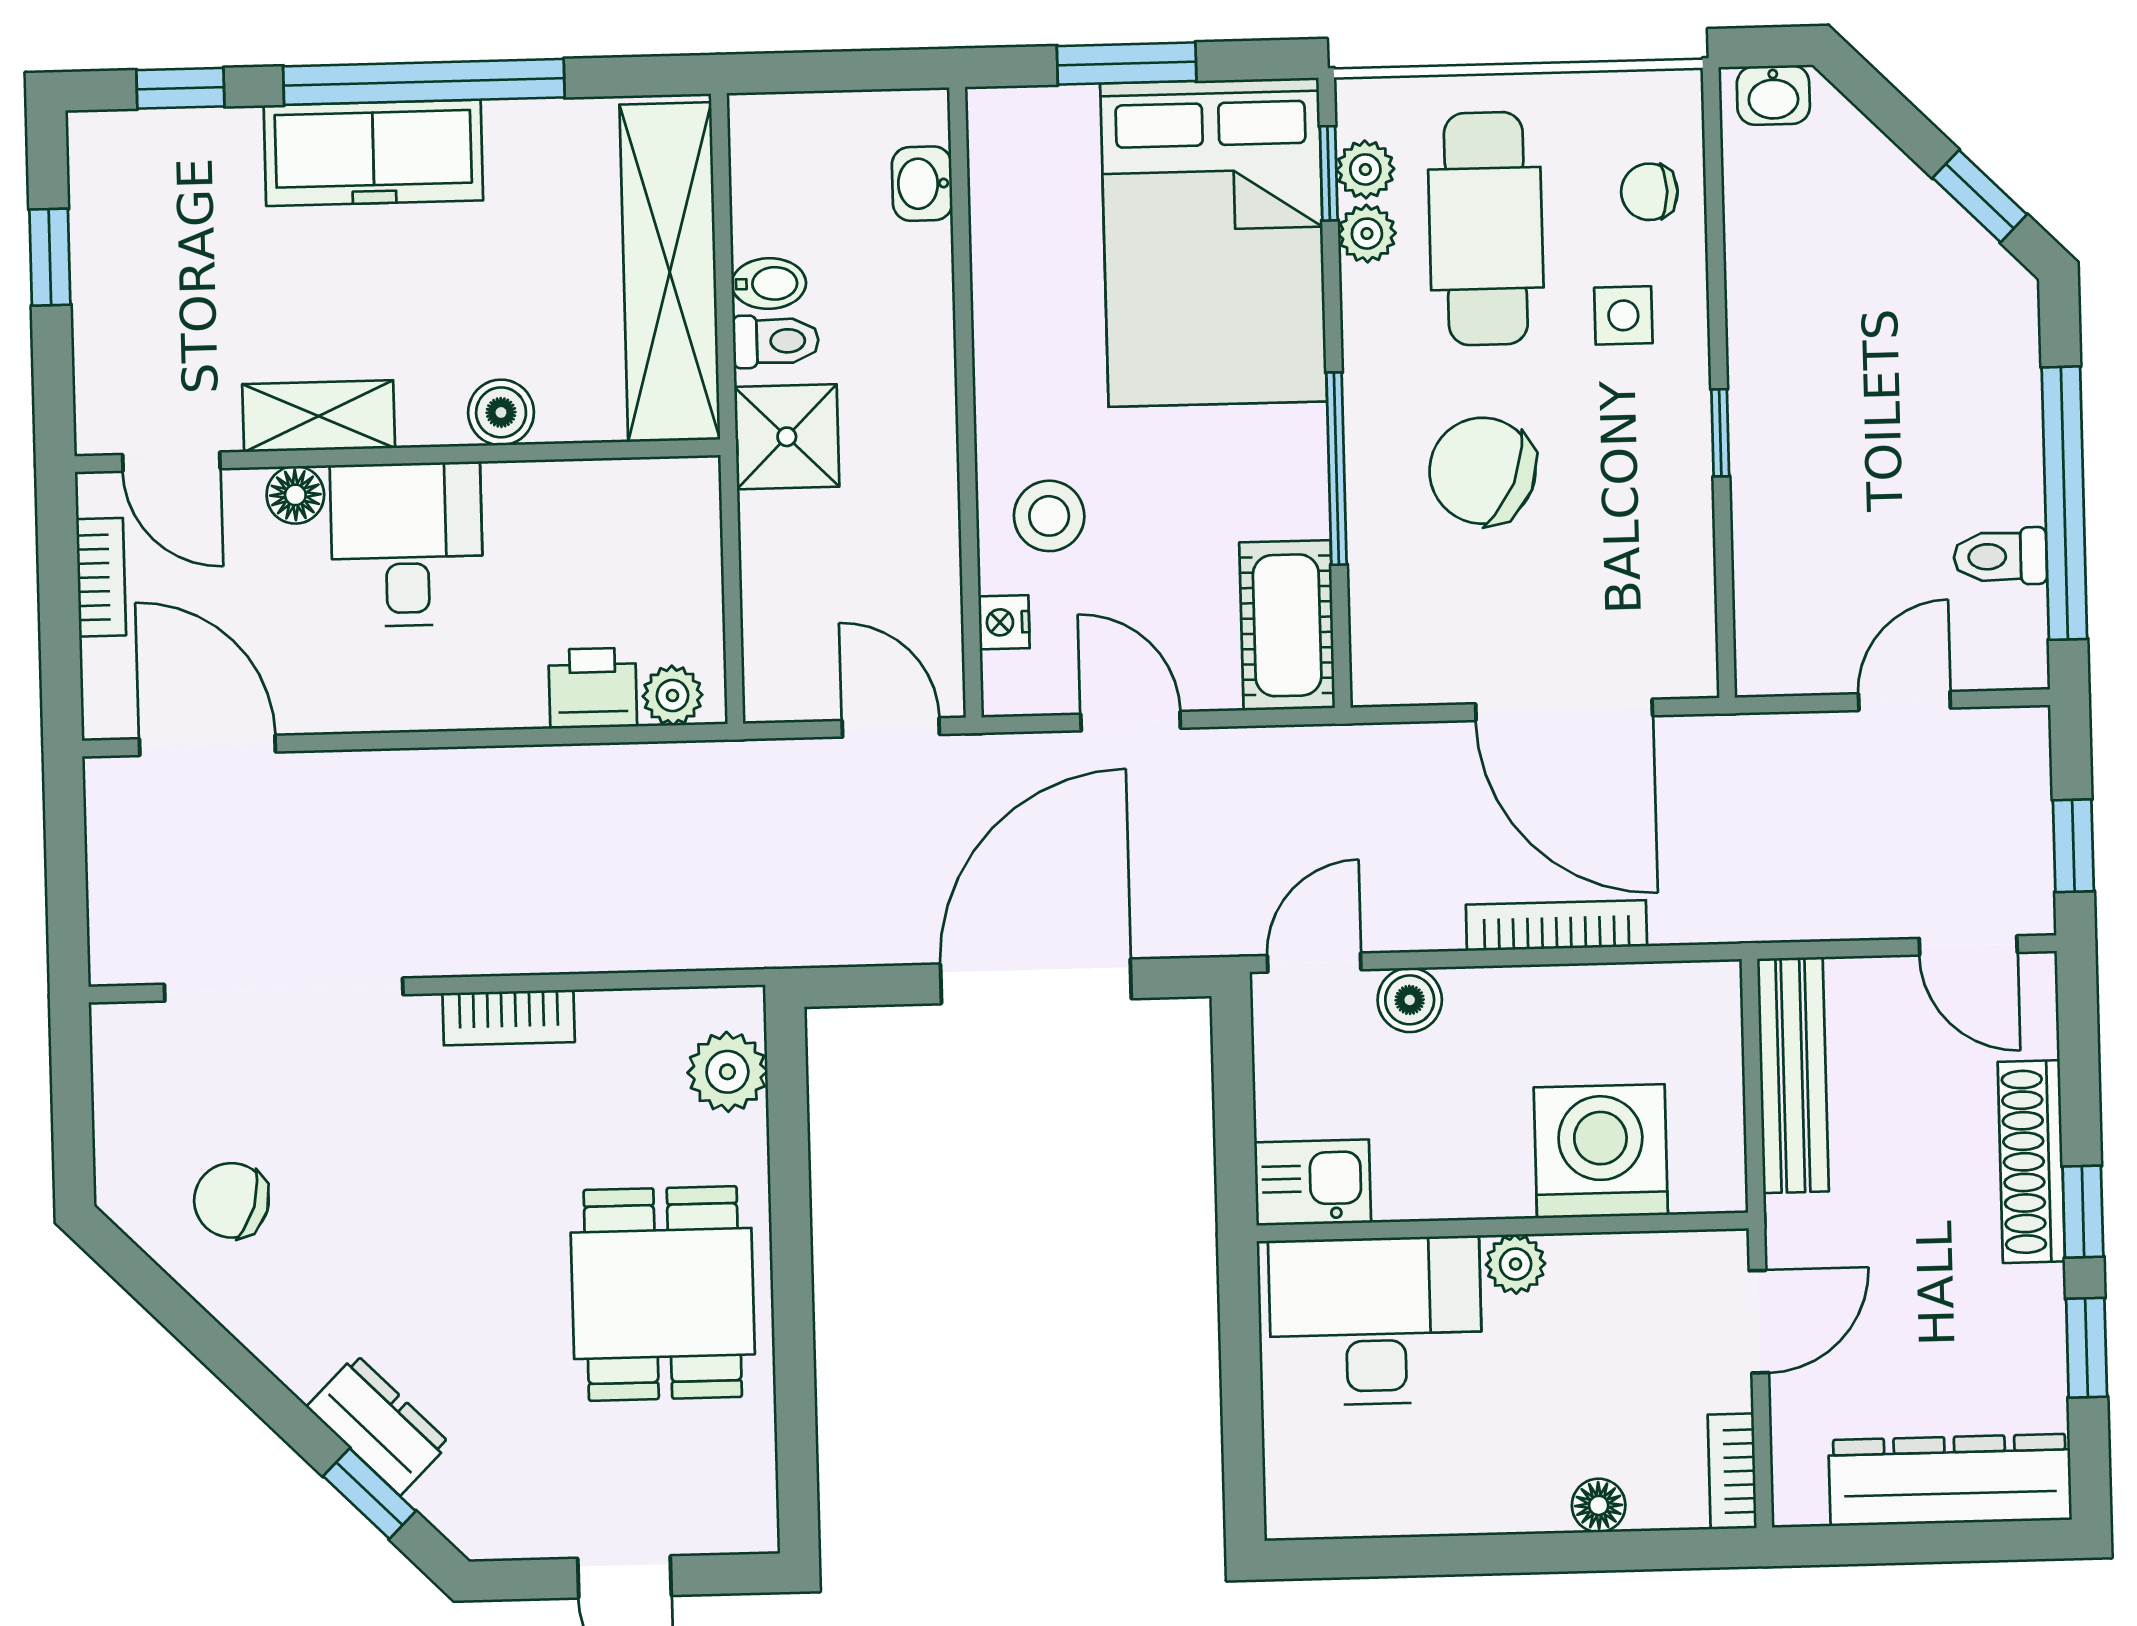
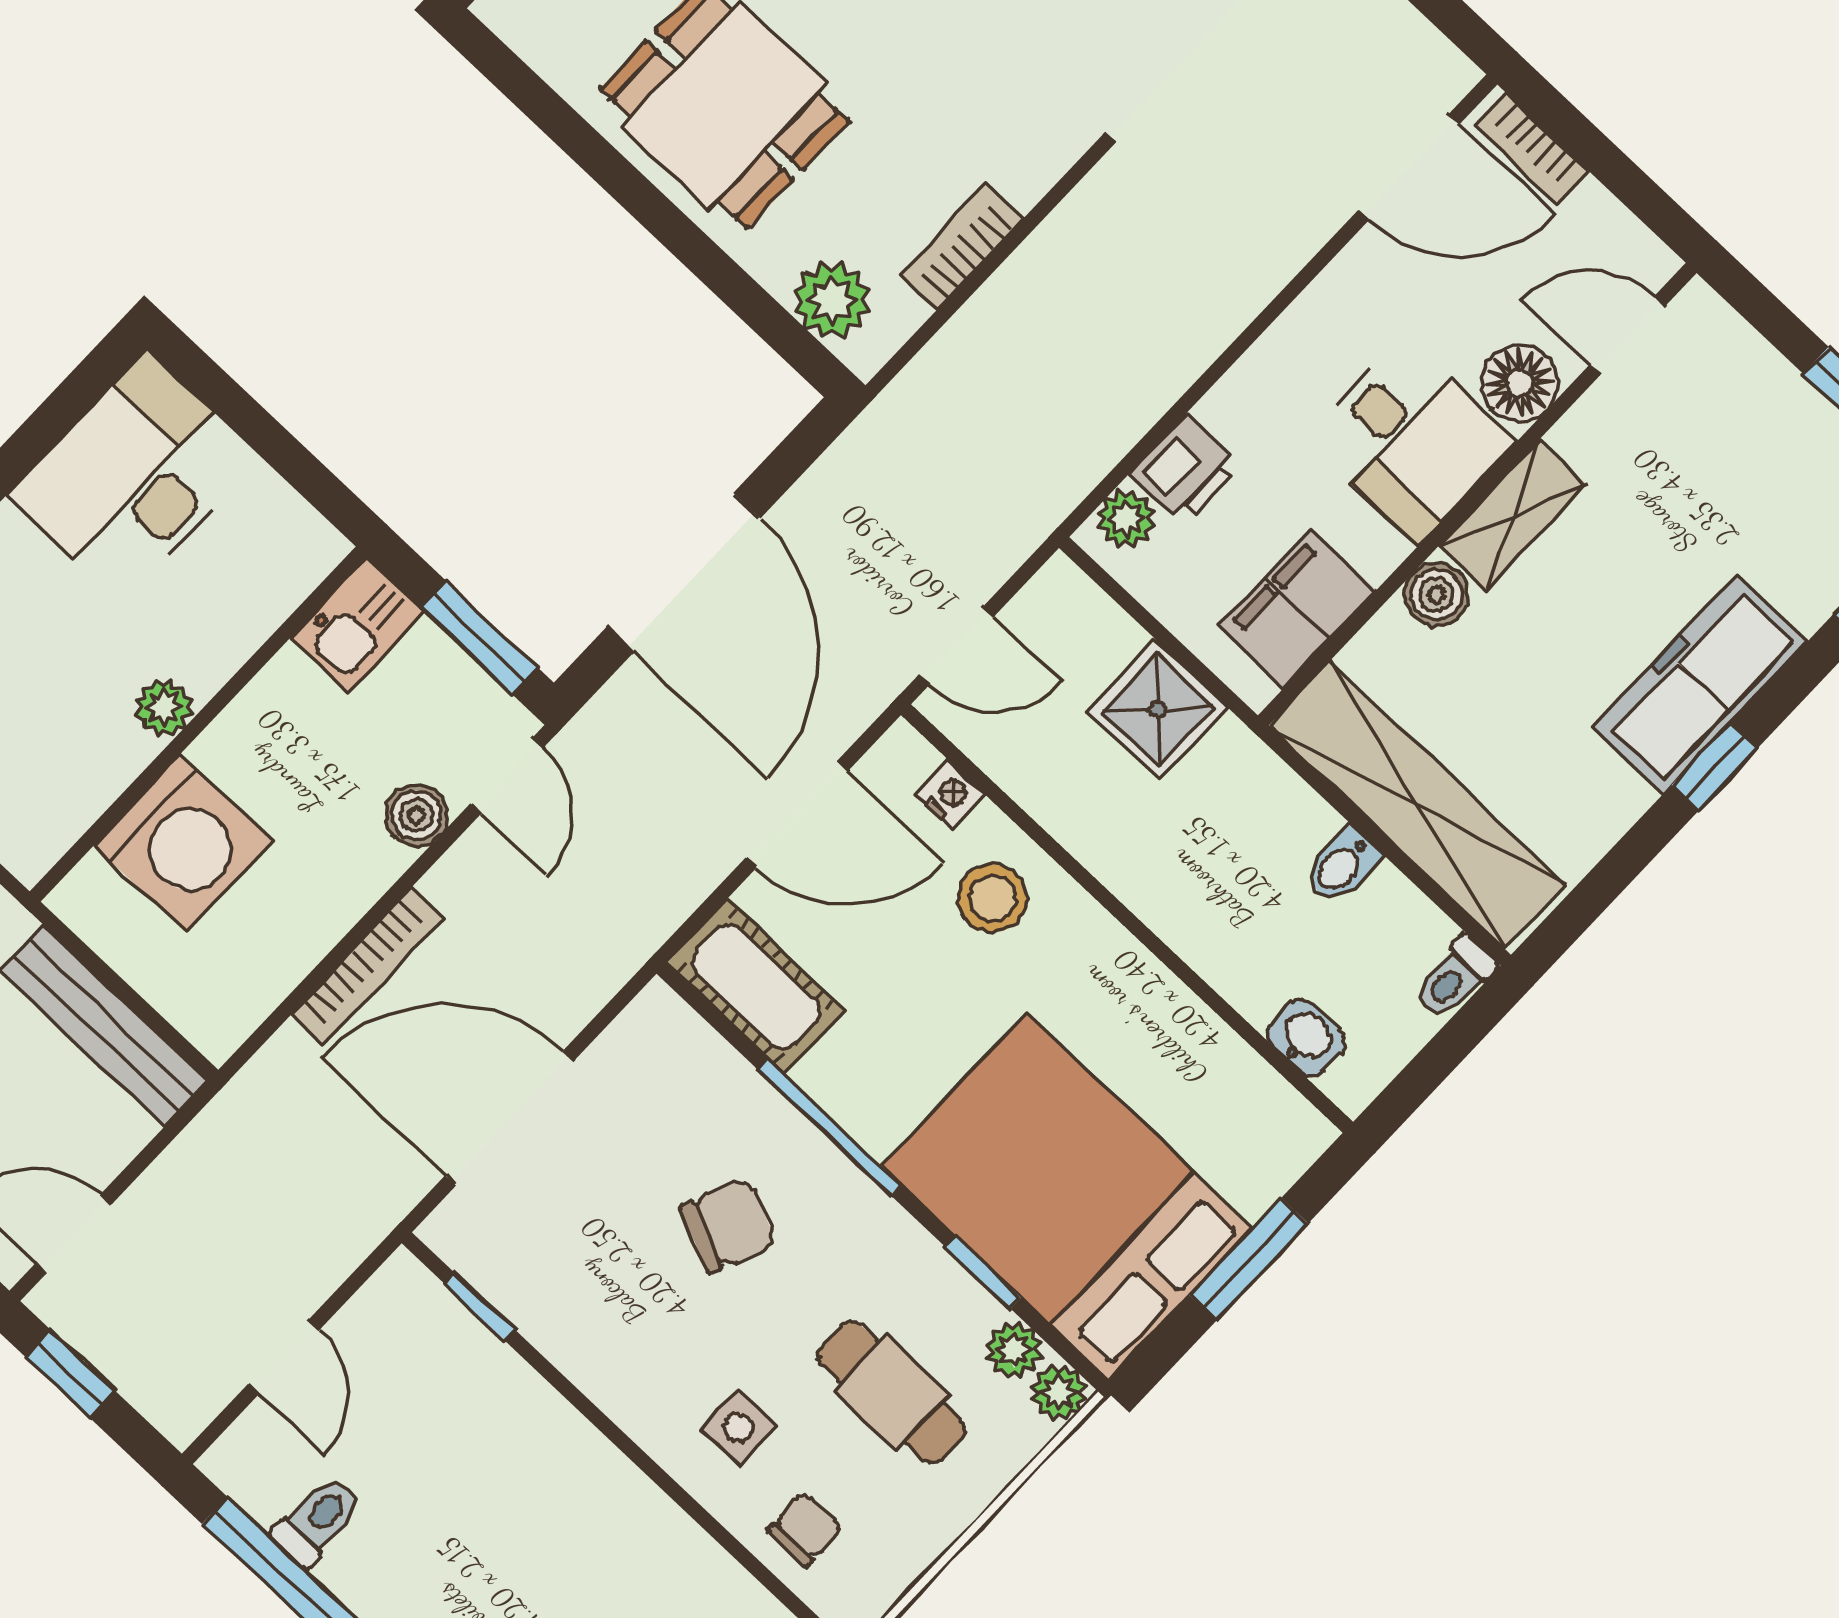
window: (424, 82) -> (1715, 767), width x0.32
window: (1329, 173) -> (983, 1272), moved
cafe table: (1486, 229) -> (891, 1392), width x0.73, depth x0.74
plant: (1367, 234) -> (1059, 1393), moved
toilet: (776, 341) -> (1454, 978), moved
shelving: (319, 416) -> (1513, 515), moved
window: (1720, 433) -> (479, 1307), moved
shower: (787, 437) -> (1158, 709), moved
chair: (1483, 471) -> (728, 1225), width x0.73, depth x0.73
floor lamp: (295, 495) -> (1520, 383), width x1.37, depth x1.37
filing cabinet: (613, 504) -> (1297, 608), added
bookcase: (101, 577) -> (1532, 149), moved
door: (1131, 721) -> (797, 814), width x1.38
bookcase: (509, 1018) -> (962, 247), moved
window: (1233, 1083) -> (480, 638), added
desk: (1375, 1321) -> (134, 477), moved, turned 180

